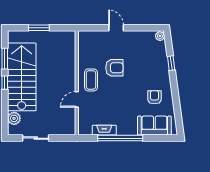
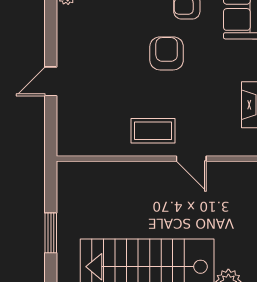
armchair: (114, 68) -> (167, 53), moved

